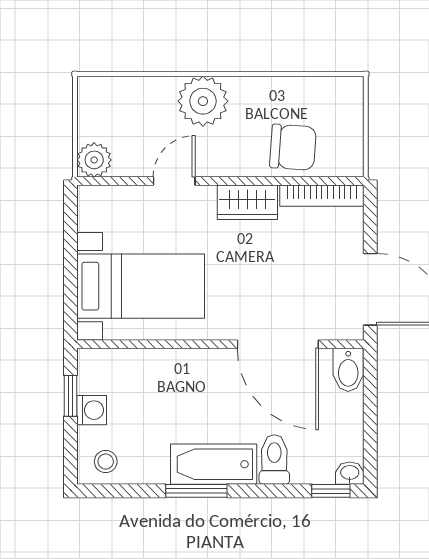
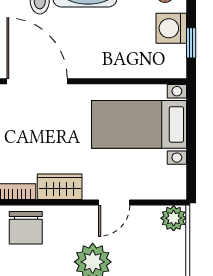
chair: (293, 147) -> (26, 228), turned -94
washing machine: (92, 410) -> (171, 28), width x1.38, depth x1.38

